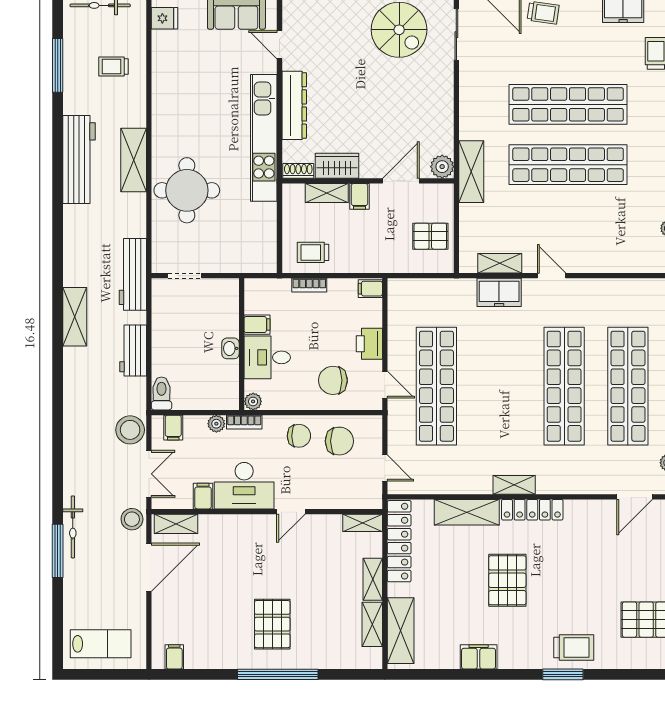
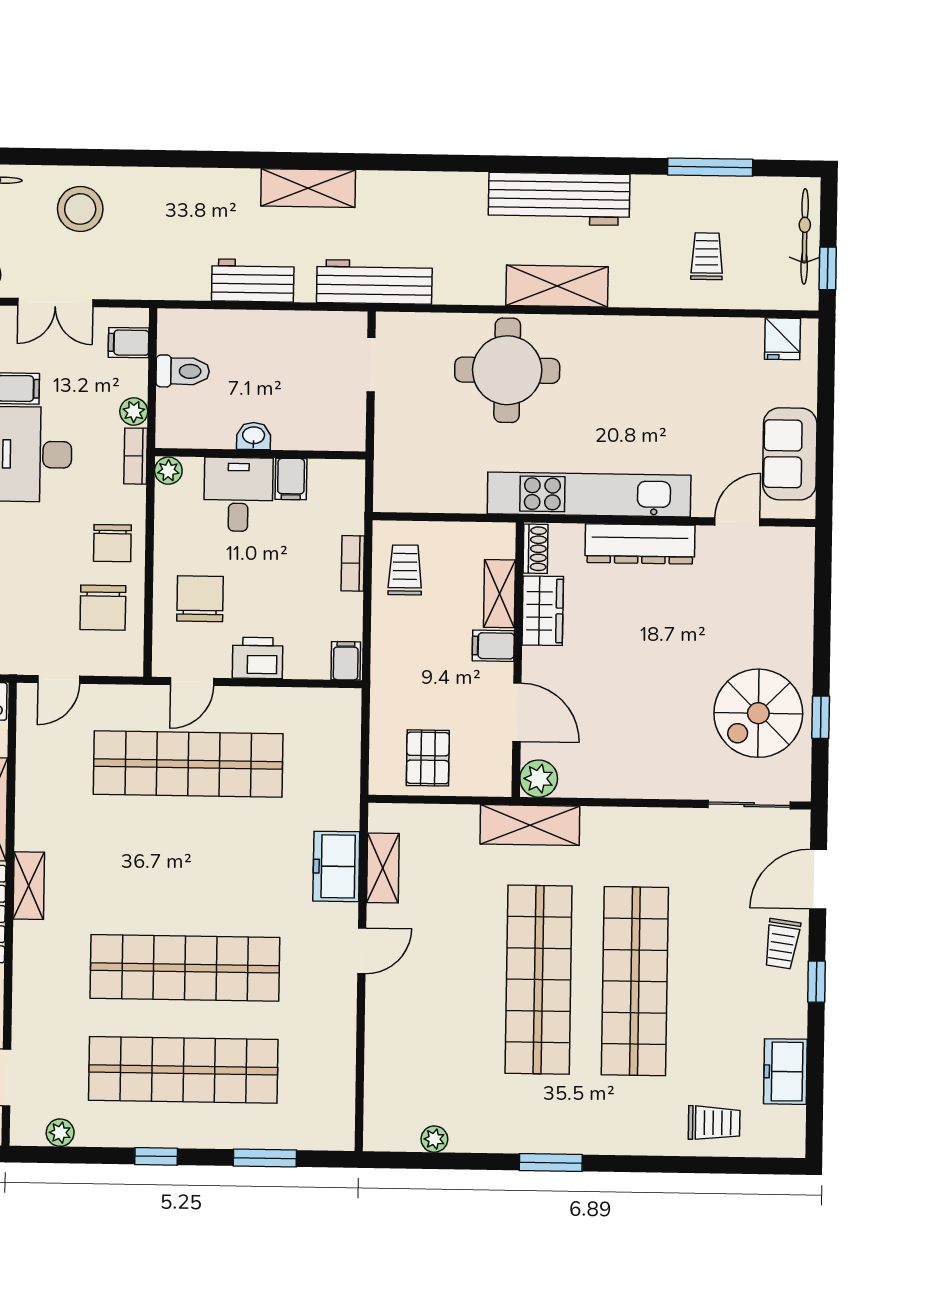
toilet: (161, 393) -> (183, 371), moved
stool: (130, 430) -> (80, 209), moved

